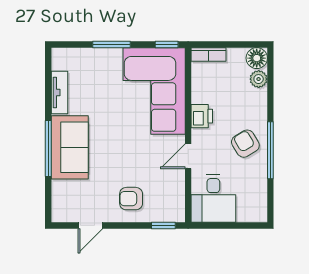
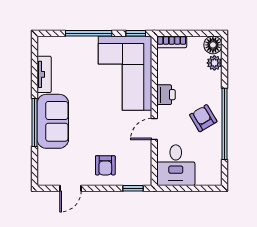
window: (111, 44) -> (89, 33), width x1.44
window: (270, 150) -> (225, 124), width x1.46
armchair: (131, 199) -> (105, 165), turned -90

